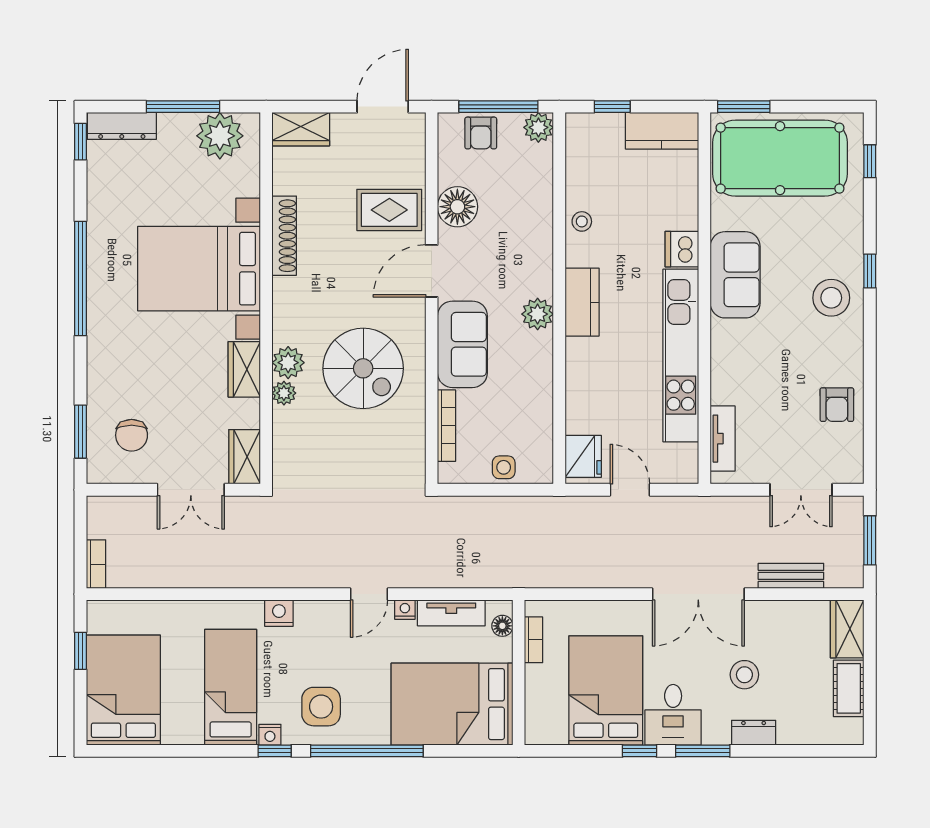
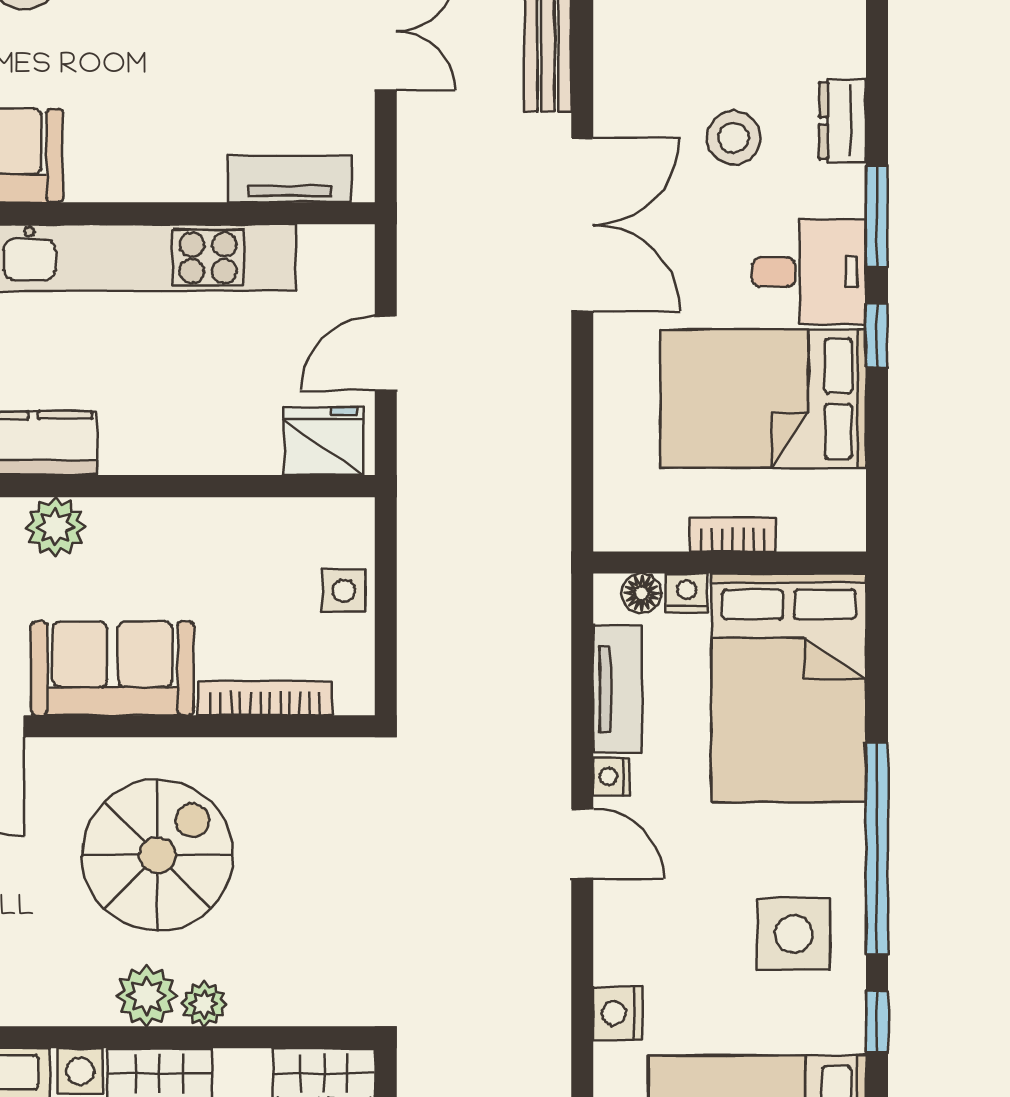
bookcase: (534, 640) -> (733, 534), moved
nightstand: (270, 735) -> (687, 593), moved, turned -90

